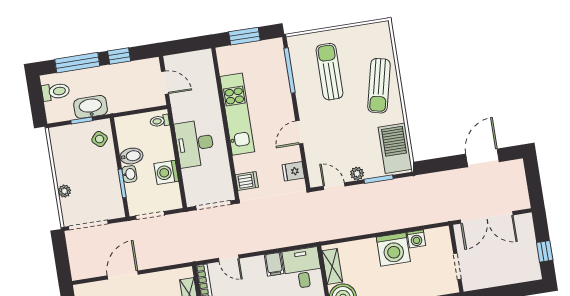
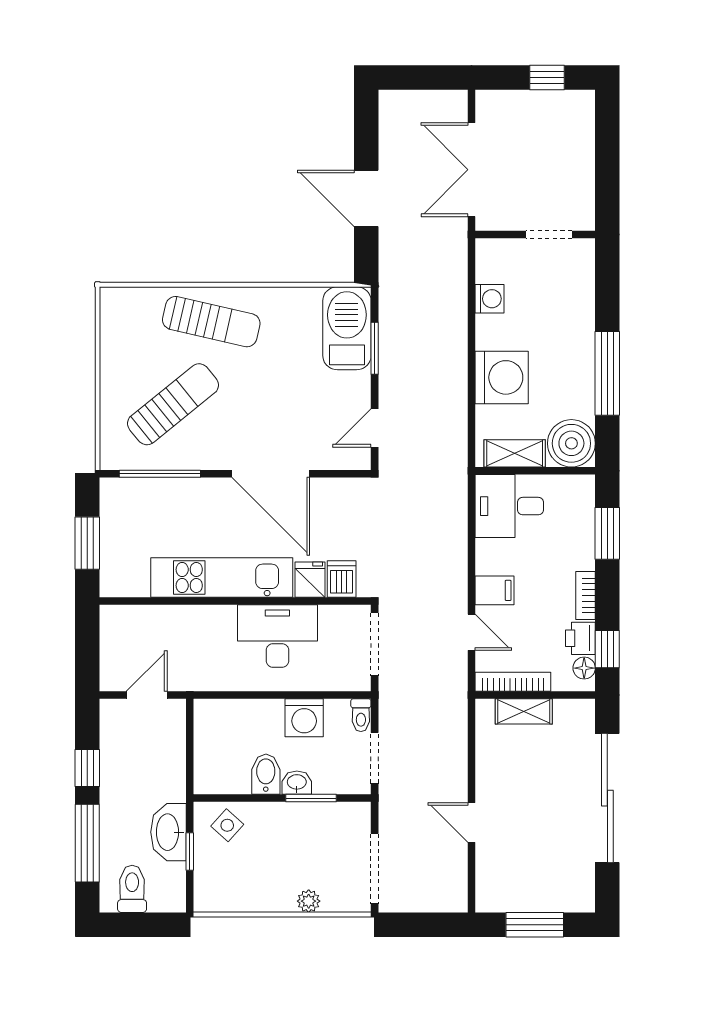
sun lounger: (329, 72) -> (173, 404), turned 141
toilet: (160, 121) -> (361, 715), moved
door: (299, 132) -> (271, 474), width x1.88
desk: (195, 144) -> (277, 636), moved, turned 180
barbecue: (395, 148) -> (347, 328), moved, turned 90
door: (482, 158) -> (366, 198), moved
fridge: (293, 171) -> (310, 580), moved, turned 180
plant: (357, 174) -> (359, 384), removed
double door: (487, 217) -> (472, 170), swing flipped
washing machine: (393, 249) -> (502, 377), moved
door: (229, 258) -> (472, 632), hinge flipped
filing cabinet: (274, 264) -> (495, 590), moved
door: (123, 275) -> (472, 822), width x0.73

